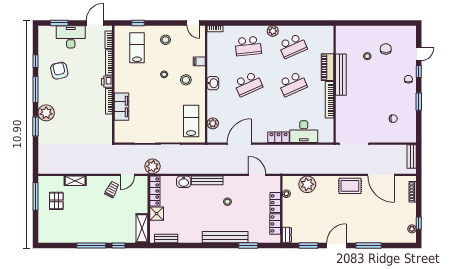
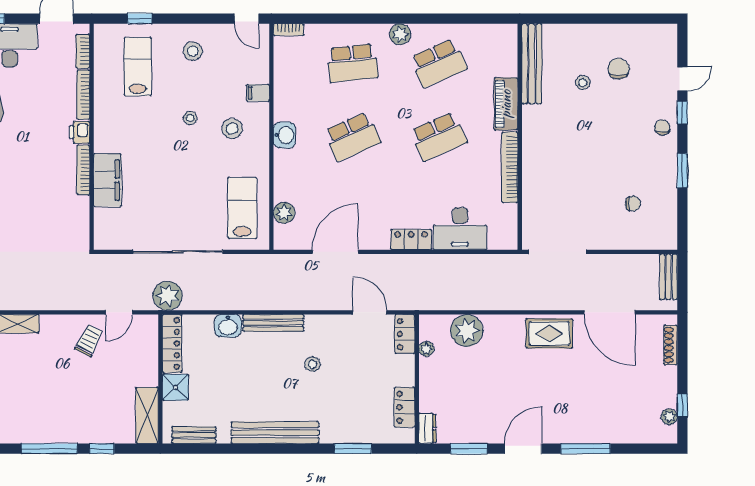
bench: (341, 75) -> (532, 64), moved
locker: (275, 203) -> (405, 334), moved
bench: (225, 237) -> (275, 433), moved

